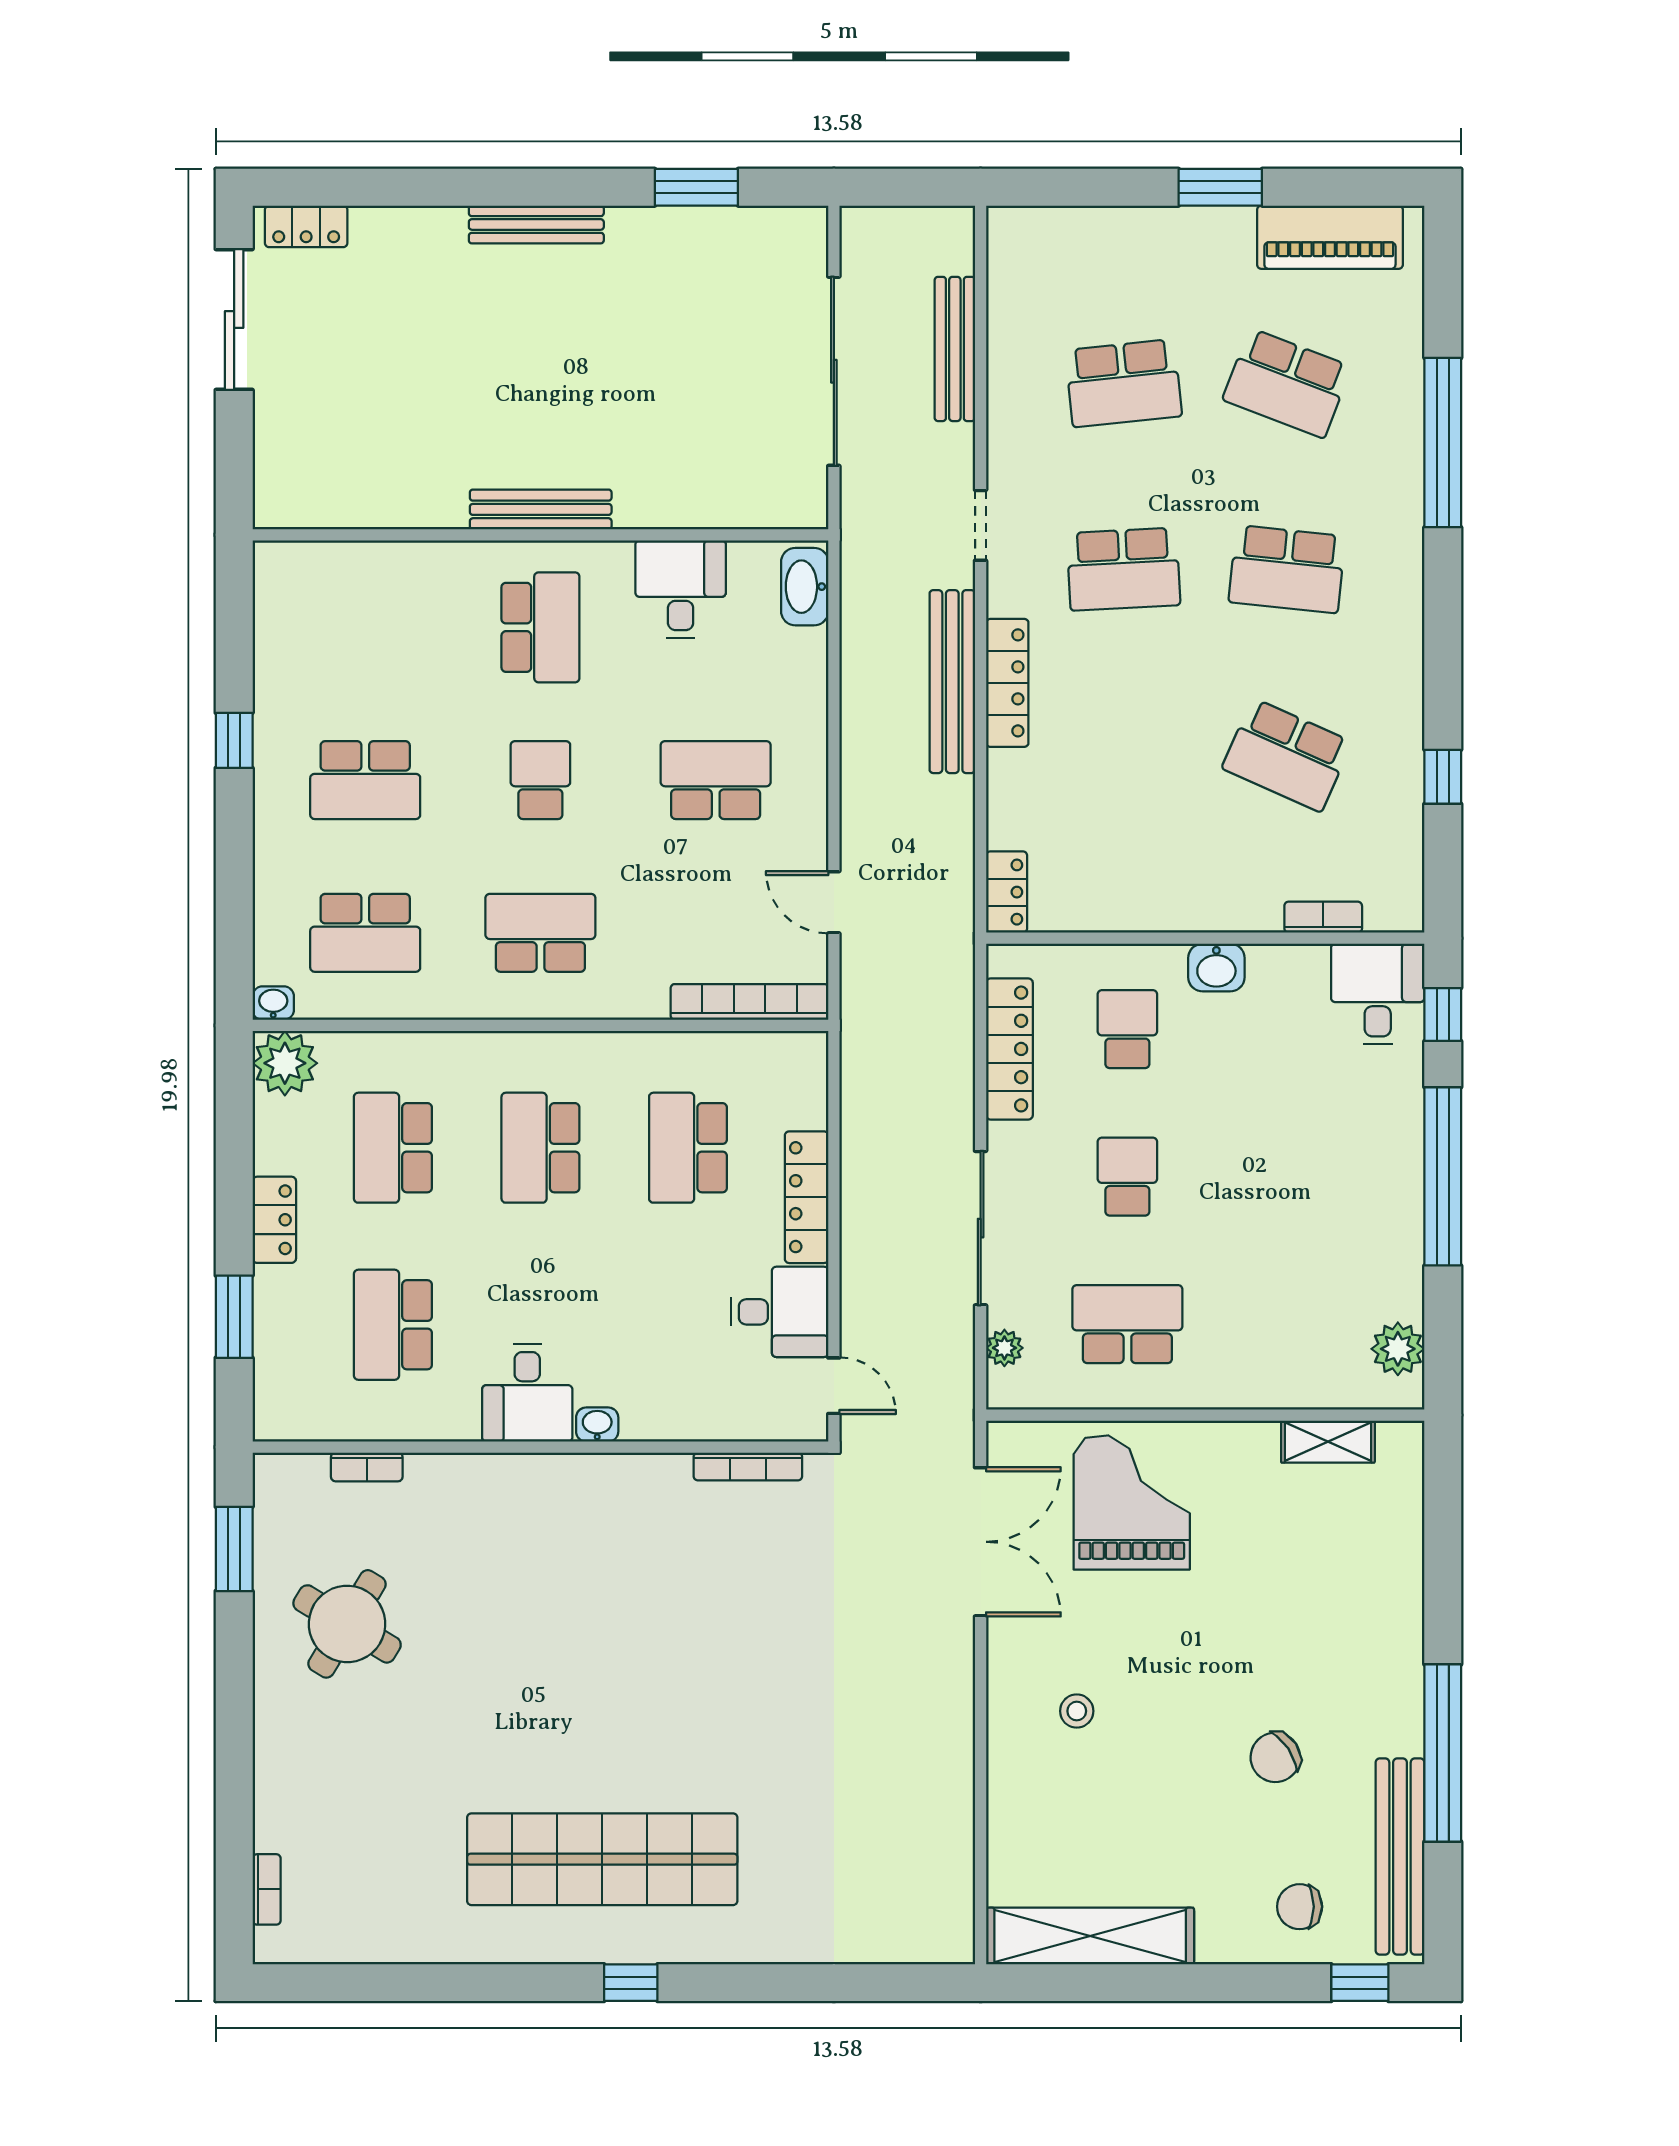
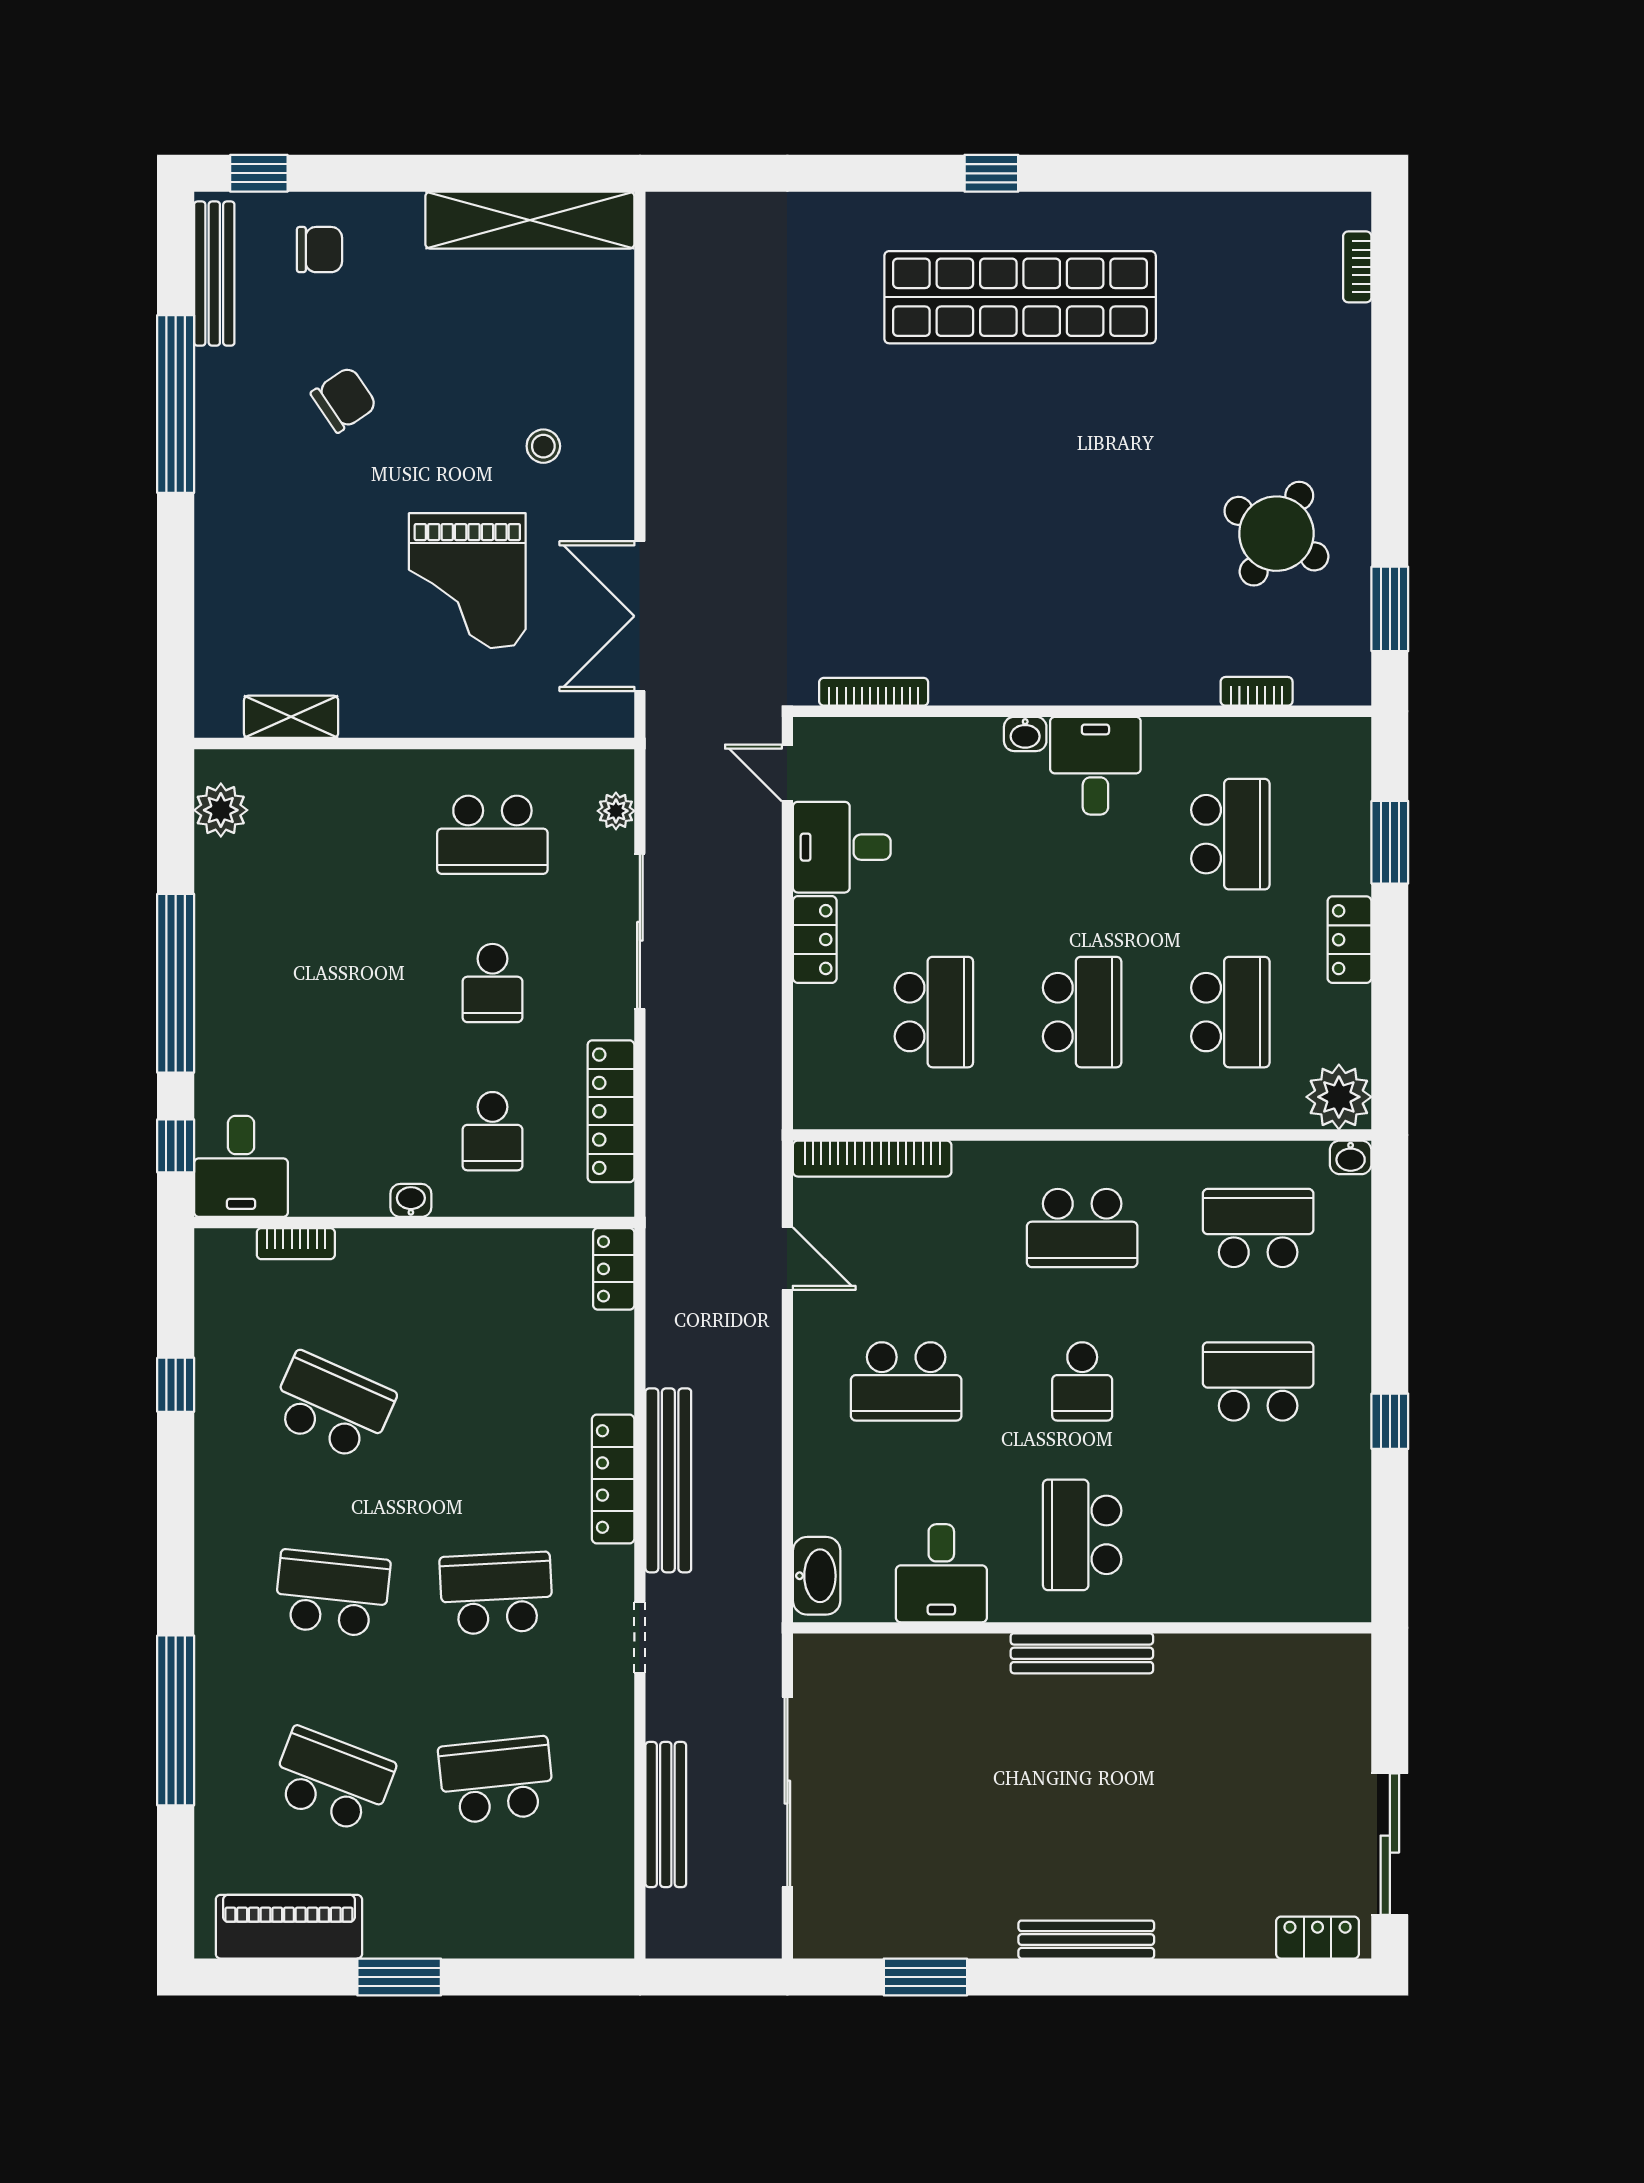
washbasin: (1216, 968) -> (411, 1200), width x0.72, depth x0.69
locker: (807, 1197) -> (815, 940), width x0.66
grand piano: (1132, 1502) -> (467, 581), moved
bench: (1400, 1857) -> (214, 274), width x0.73, depth x0.82

